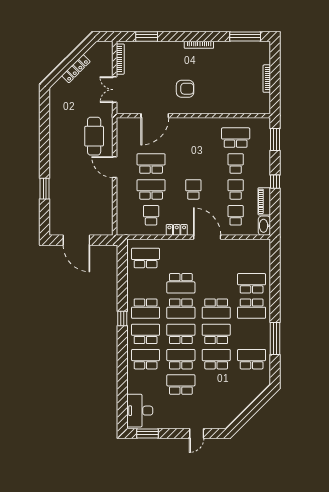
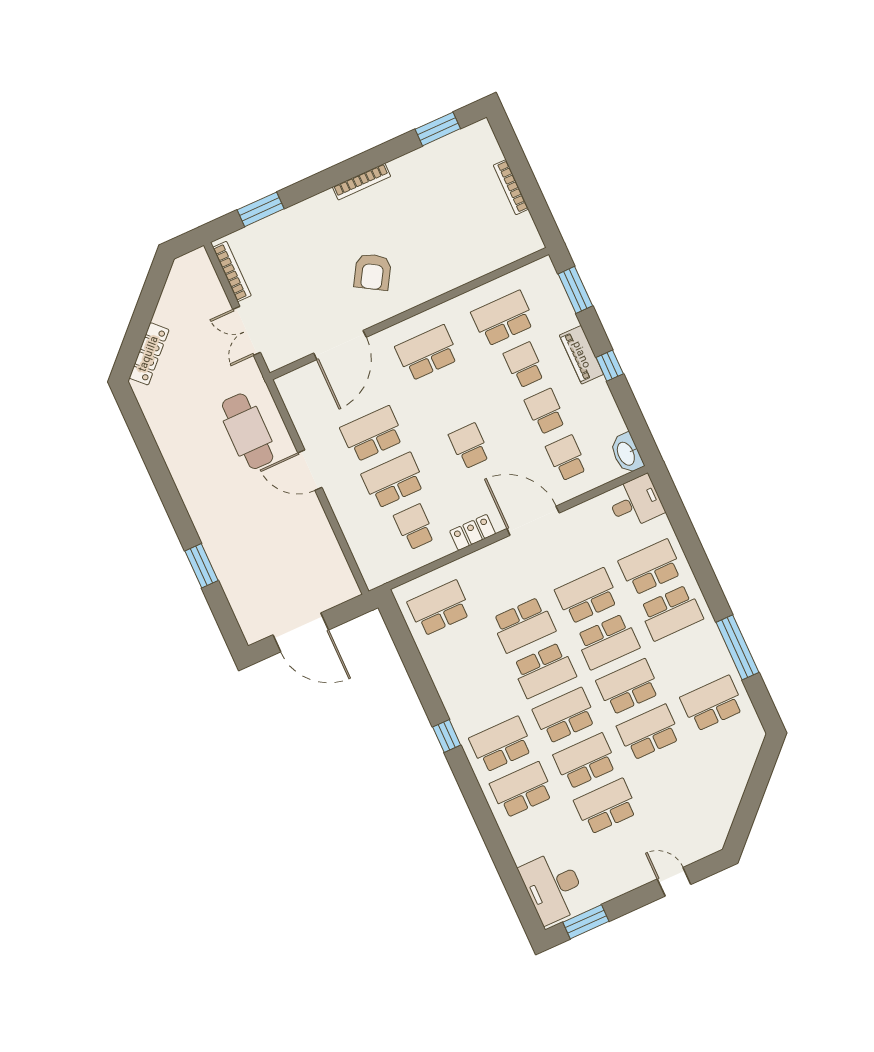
window: (245, 36) -> (438, 129), width x0.69
locker: (76, 69) -> (149, 354), moved
armchair: (185, 89) -> (373, 272), turned 121
school desk: (193, 138) -> (427, 353), added
piano: (264, 201) -> (581, 355), moved
desk: (258, 250) -> (636, 502), added
school desk: (146, 309) -> (587, 596), moved, turned 180
door: (197, 433) -> (674, 882), swing flipped

